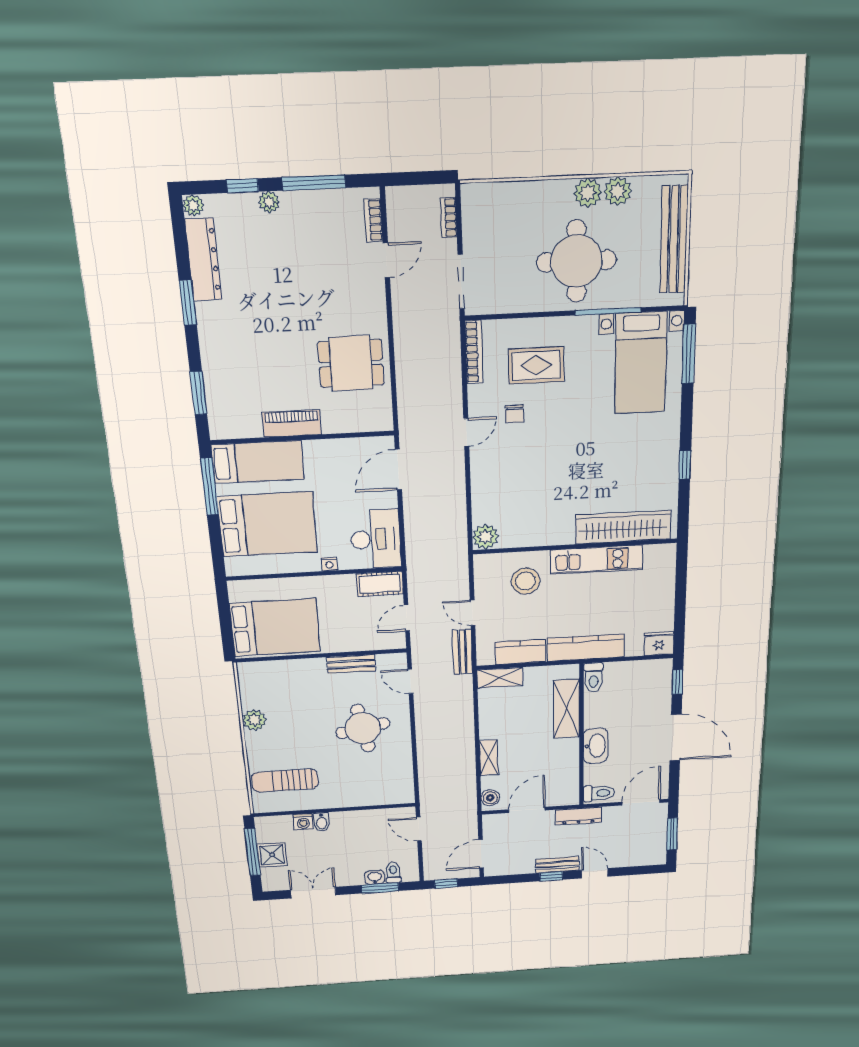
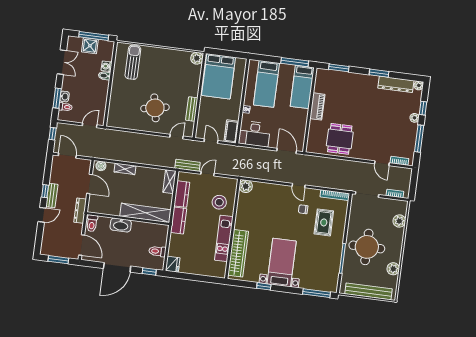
plant: (588, 193) -> (399, 221), moved
bed with nightstands: (641, 363) -> (282, 263), moved, turned 90
bed: (267, 524) -> (266, 84), width x0.67
kitchen counter: (586, 648) -> (178, 221), width x0.67
toilet: (593, 677) -> (157, 251), moved
shelving: (566, 709) -> (145, 213), width x1.47
plant: (254, 720) -> (197, 58), moved

